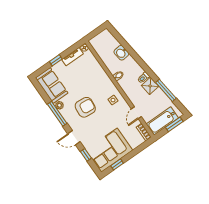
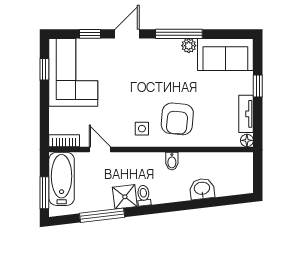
armchair: (85, 107) -> (177, 119), moved

